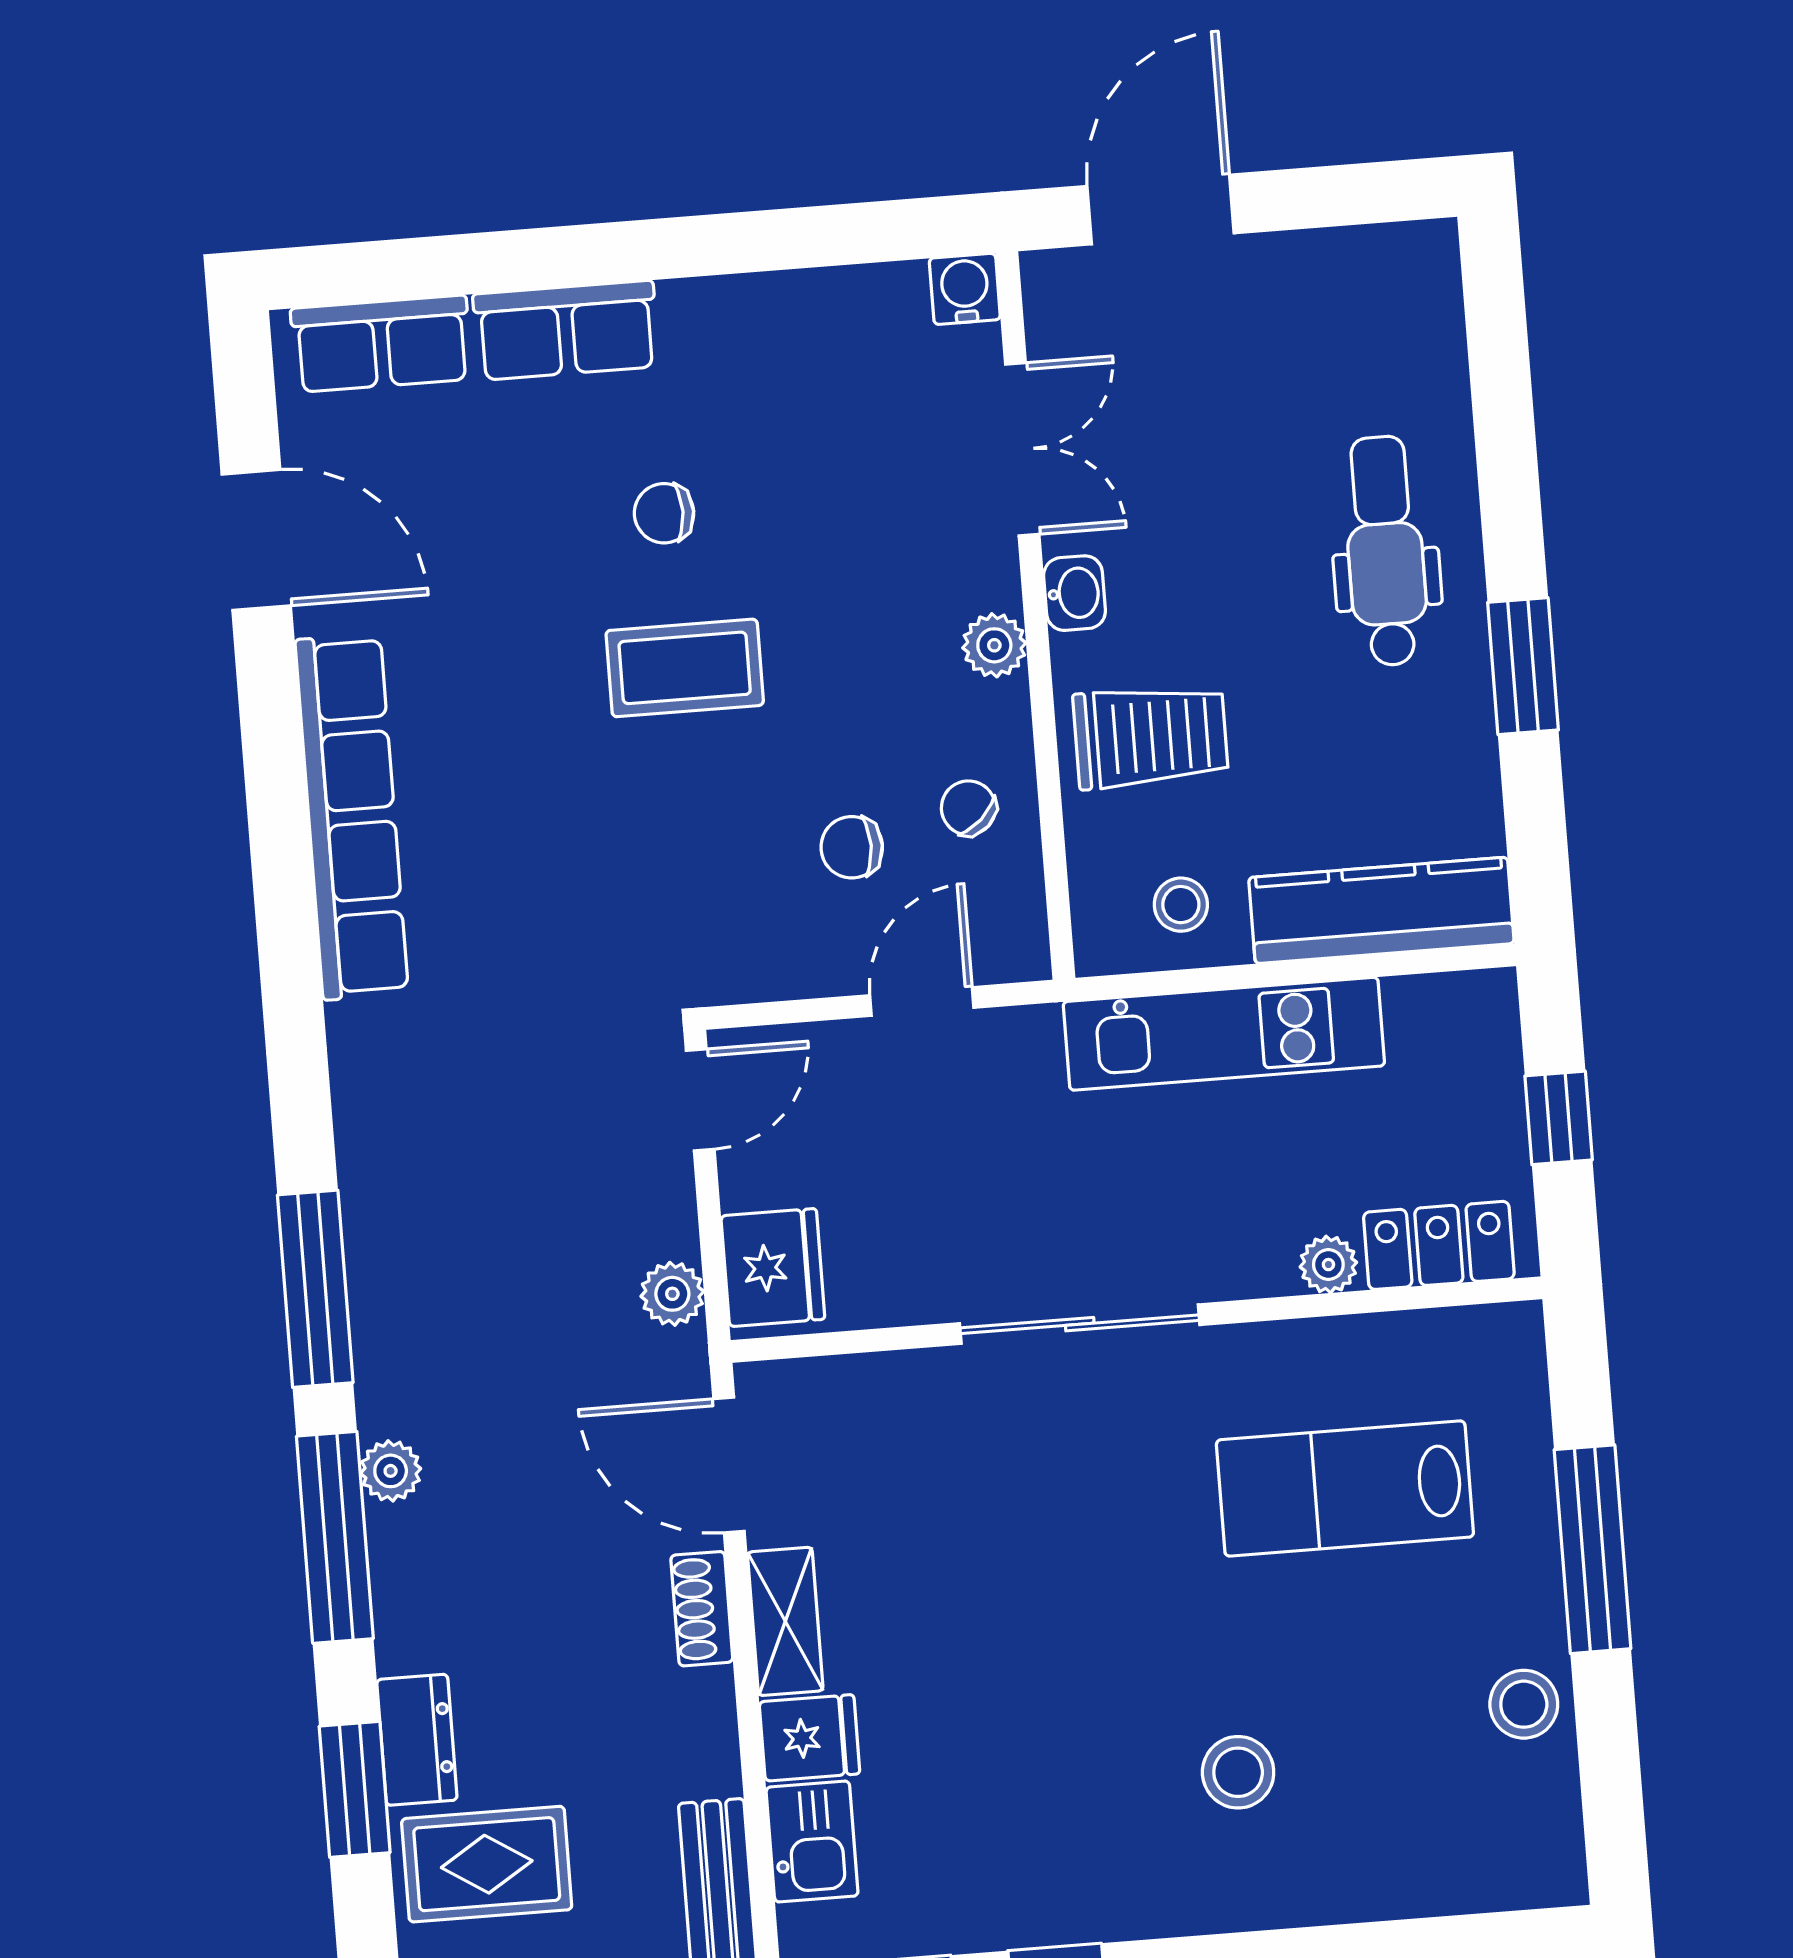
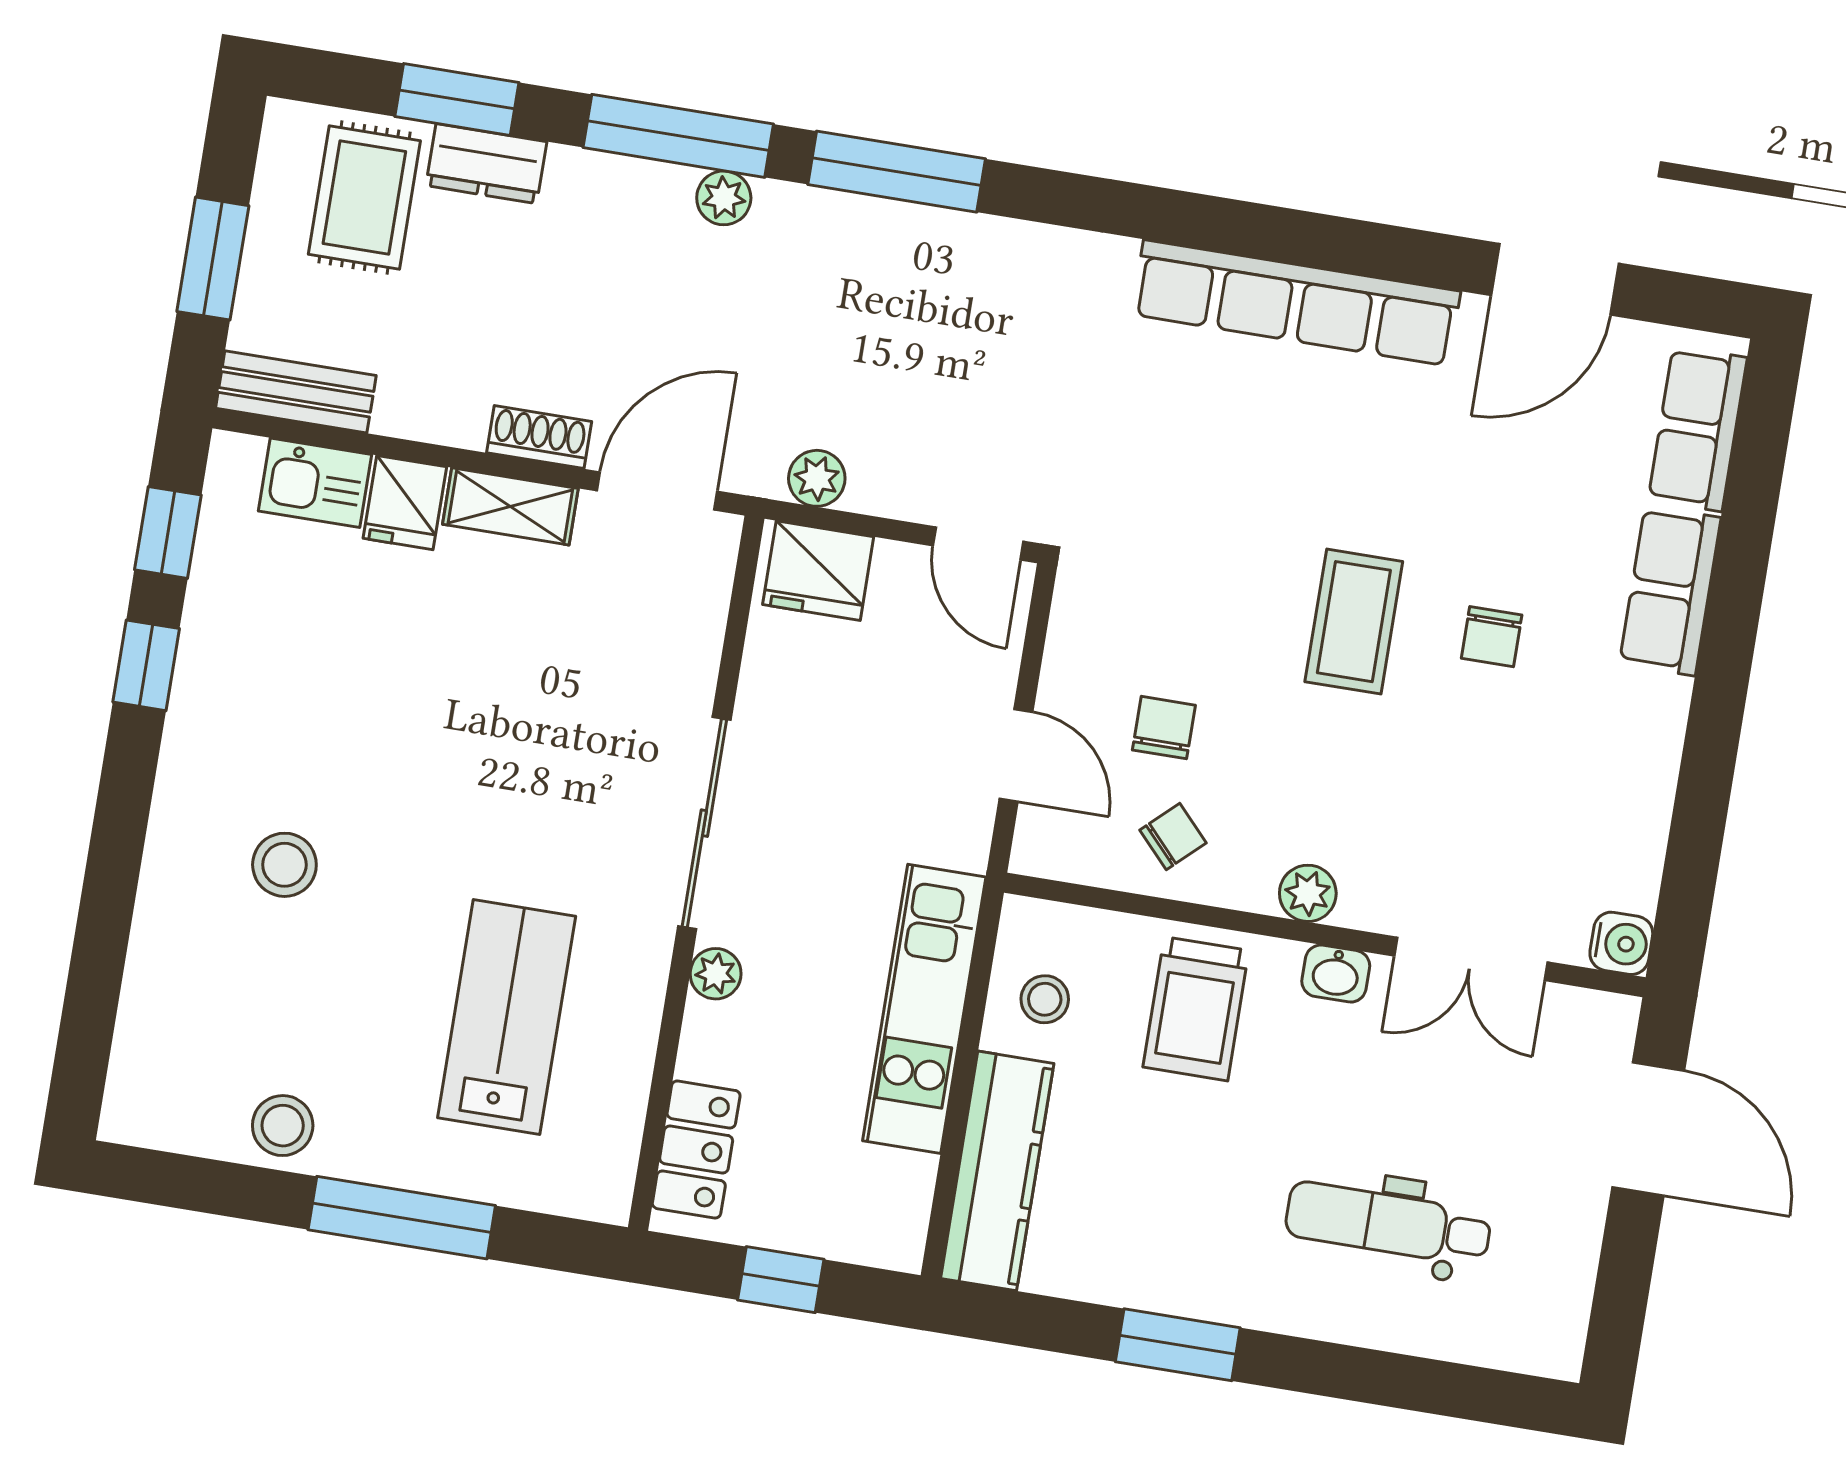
chair: (664, 513) -> (1492, 637), turned 180
dental chair: (1385, 551) -> (1388, 1223), moved, turned 180
plant: (1328, 1265) -> (716, 974), moved

